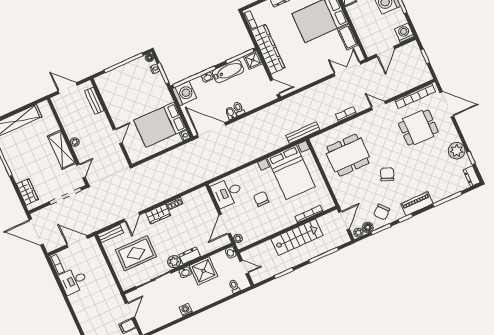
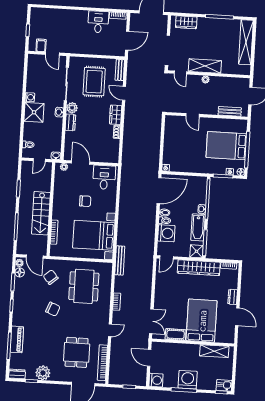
washing machine: (184, 93) -> (166, 233), moved, turned -90
bed: (160, 125) -> (226, 146), moved, turned -90
piano: (417, 204) -> (17, 339), moved
chair: (382, 212) -> (51, 277), moved
shower: (204, 271) -> (34, 112), moved

